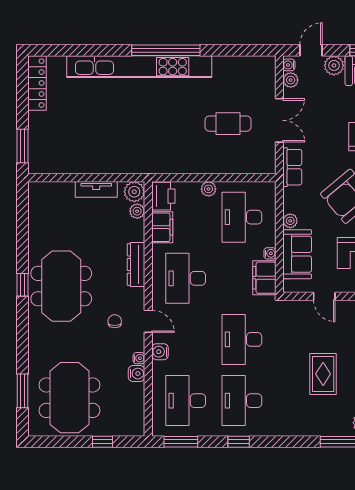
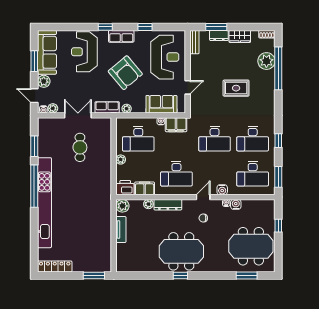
window: (230, 50) -> (34, 146), added
plant: (137, 211) -> (148, 204), moved
plant: (290, 221) -> (127, 109), moved

